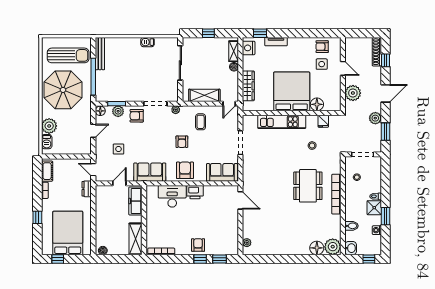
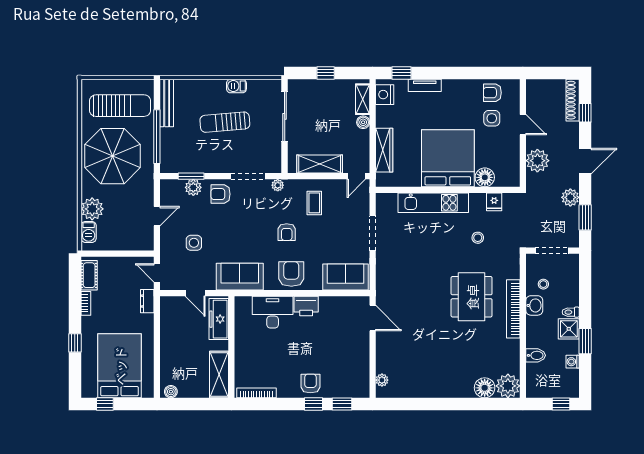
sun lounger: (140, 67) -> (225, 122), added
floor lamp: (100, 111) -> (167, 187), removed
door: (119, 183) -> (195, 293), swing flipped
washbasin: (351, 248) -> (534, 305), moved

